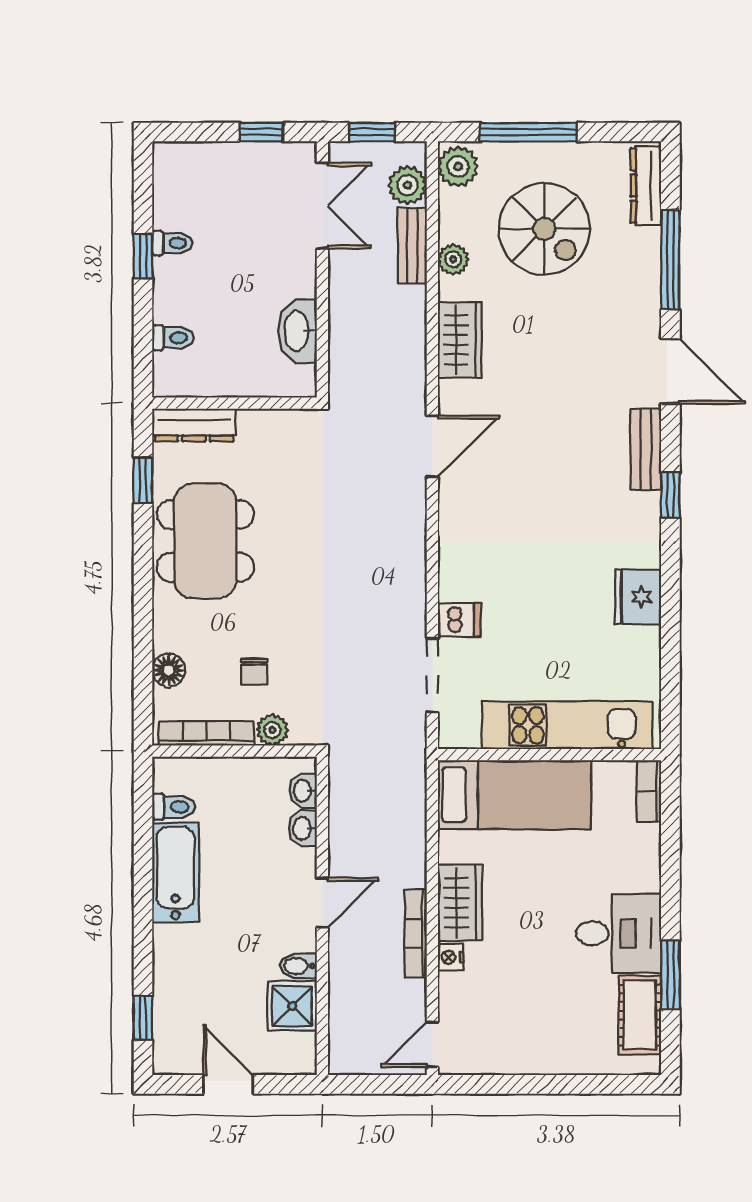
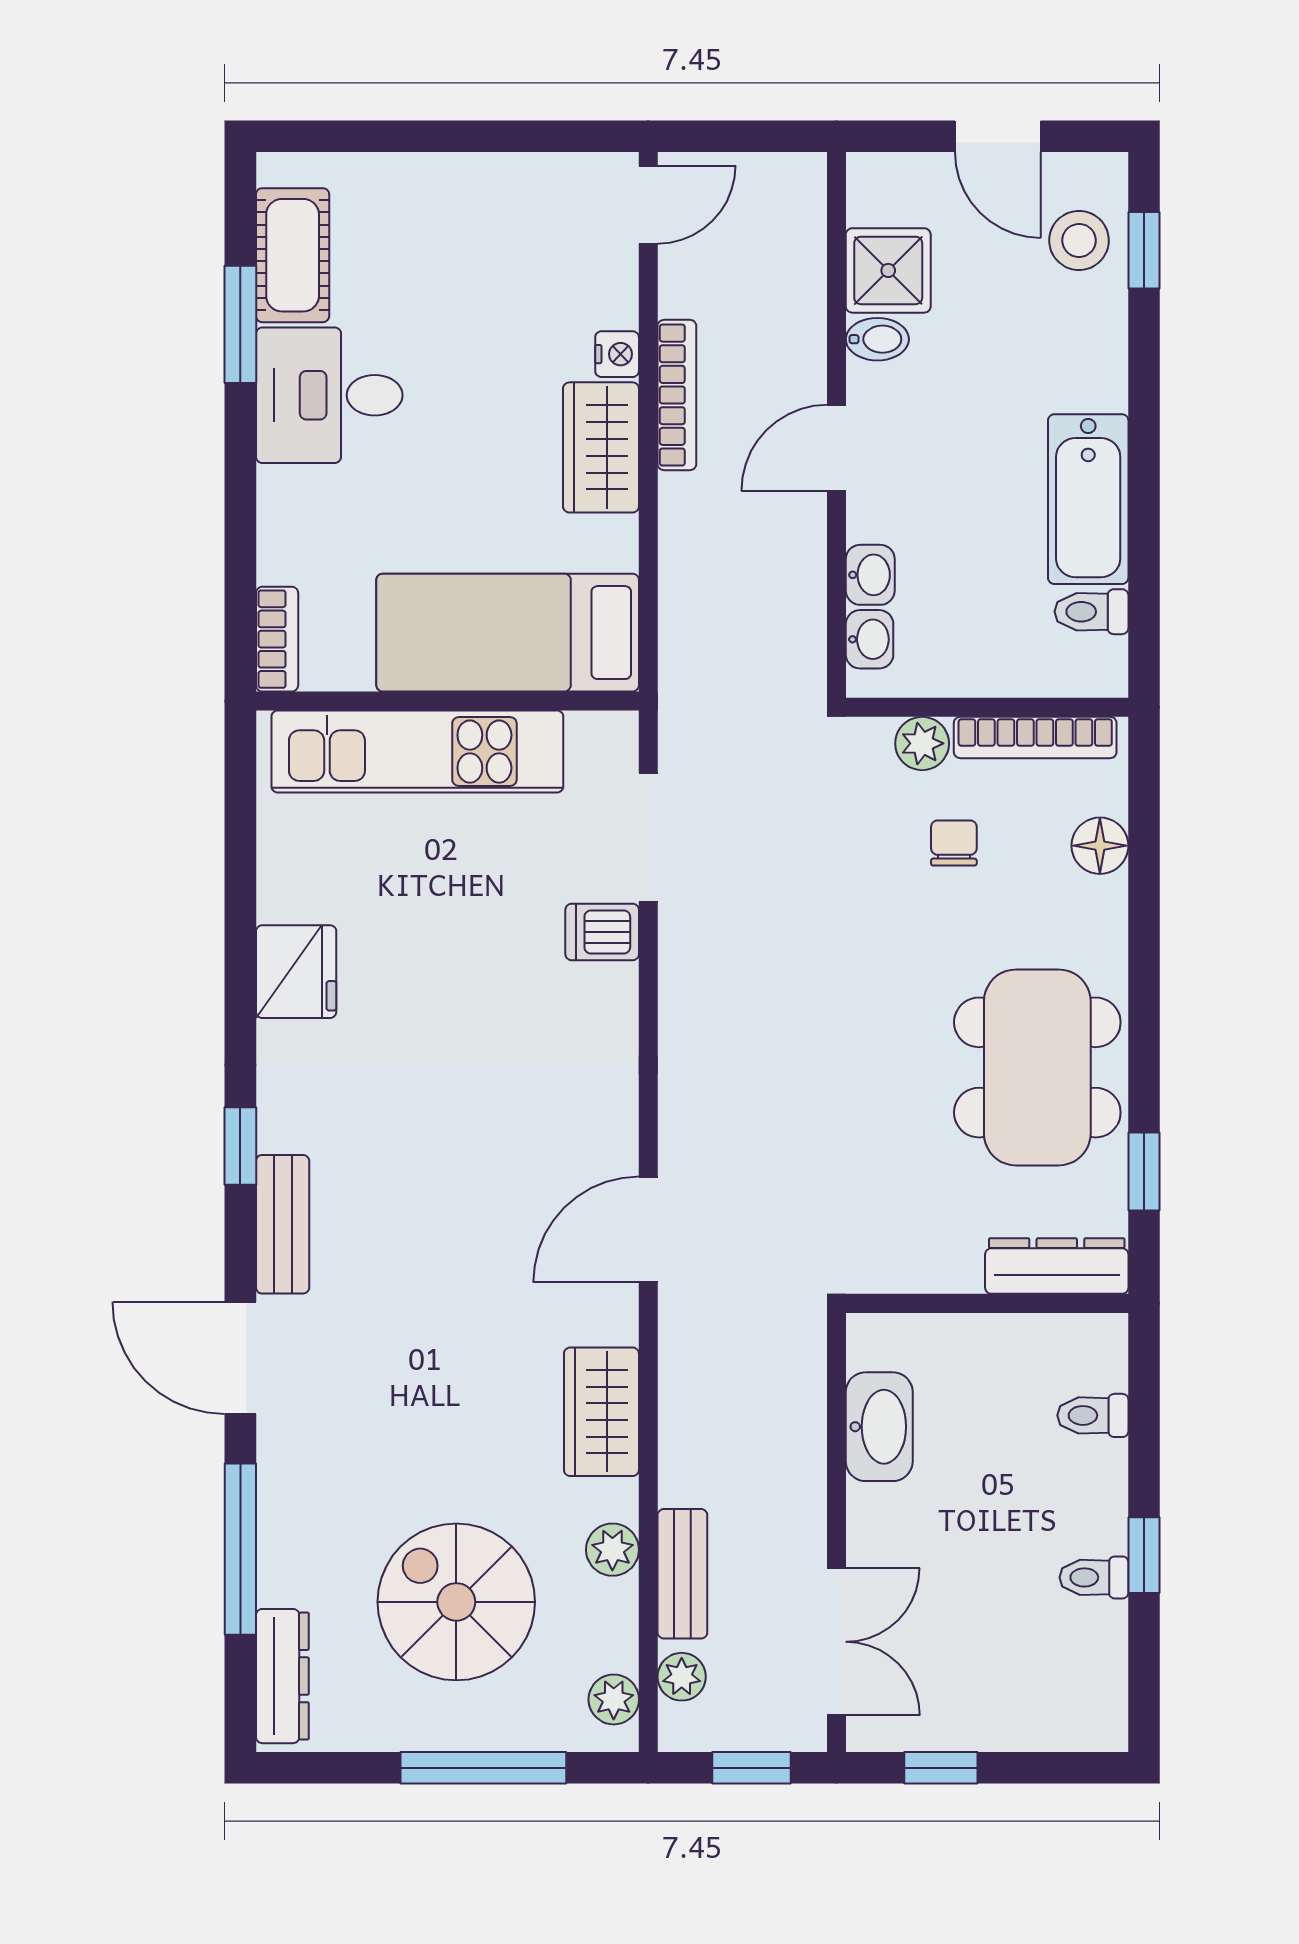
plant: (458, 166) -> (614, 1699), width x0.73, depth x0.73
plant: (408, 185) -> (682, 1677), width x0.73, depth x0.73
double door: (322, 206) -> (836, 1642), swing flipped
stool: (181, 1024) -> (1079, 240), added

